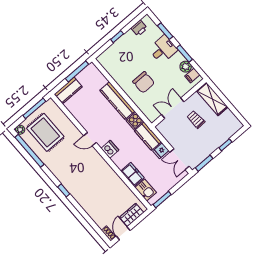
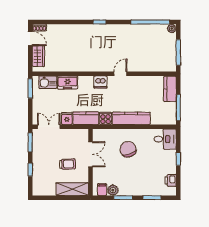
desk: (163, 49) -> (165, 139), moved, turned -90
chair: (144, 82) -> (128, 149), turned 71
rug: (45, 132) -> (154, 45), removed

